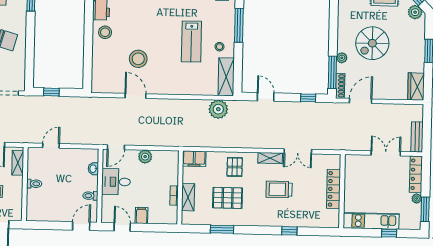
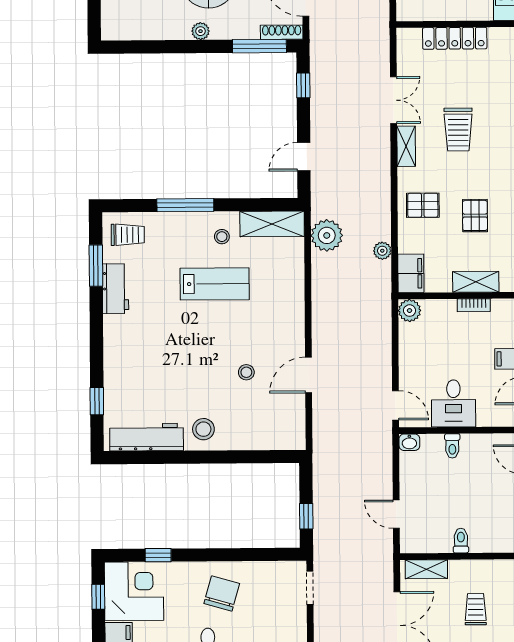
plant: (342, 58) -> (200, 31), moved
stool: (138, 59) -> (246, 372), width x0.53, depth x0.53
plant: (208, 142) -> (382, 251), added
plant: (145, 157) -> (410, 311), moved
washbasin: (93, 169) -> (409, 442), moved
toilet: (90, 196) -> (452, 446), moved
pallet: (228, 198) -> (475, 216), width x0.67, depth x0.71

